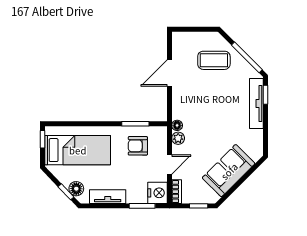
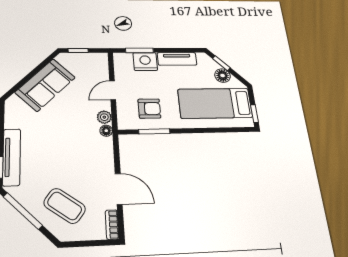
coffee table: (214, 60) -> (65, 206), turned 36
door: (169, 73) -> (119, 189), hinge flipped
floor lamp: (76, 189) -> (223, 76), moved
bookcase: (177, 192) -> (112, 224), moved
nightstand: (158, 193) -> (145, 62), moved, turned 90

